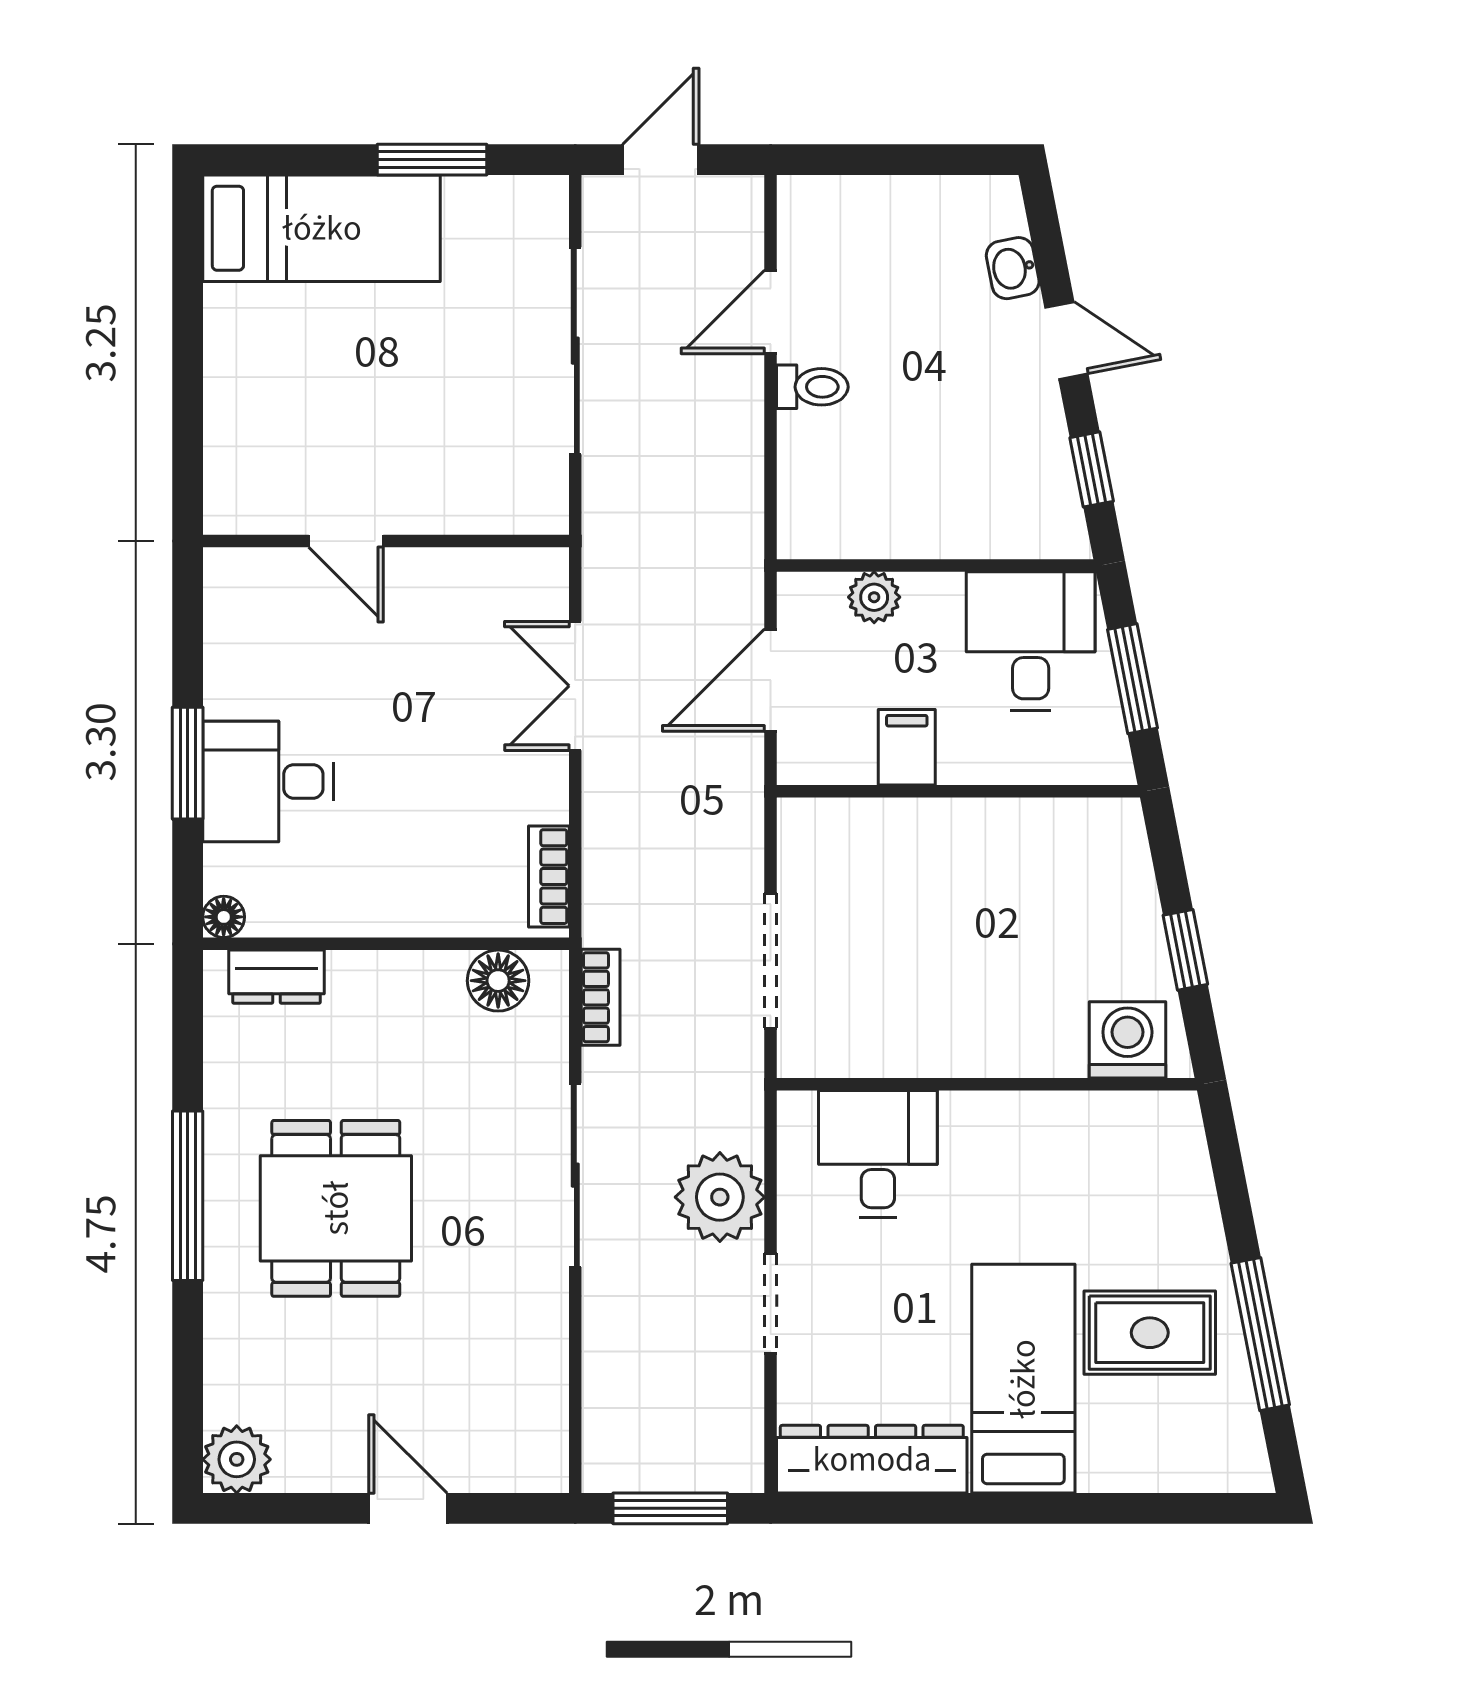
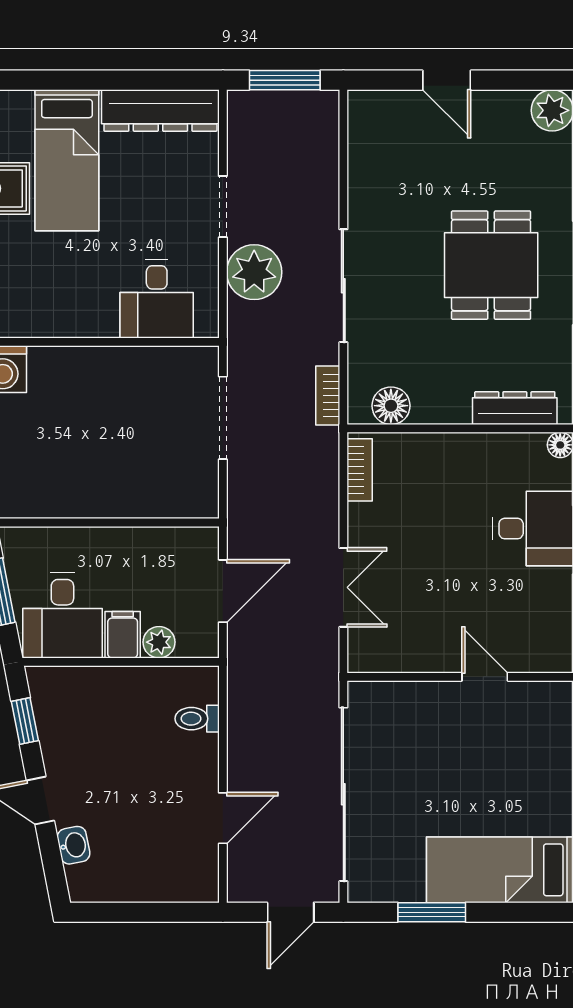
sliding door: (575, 351) -> (343, 794), width x1.36
toilet: (812, 387) -> (197, 719), moved
filing cabinet: (907, 747) -> (123, 635), moved, turned 180
dresser: (277, 977) -> (515, 408), width x1.44

